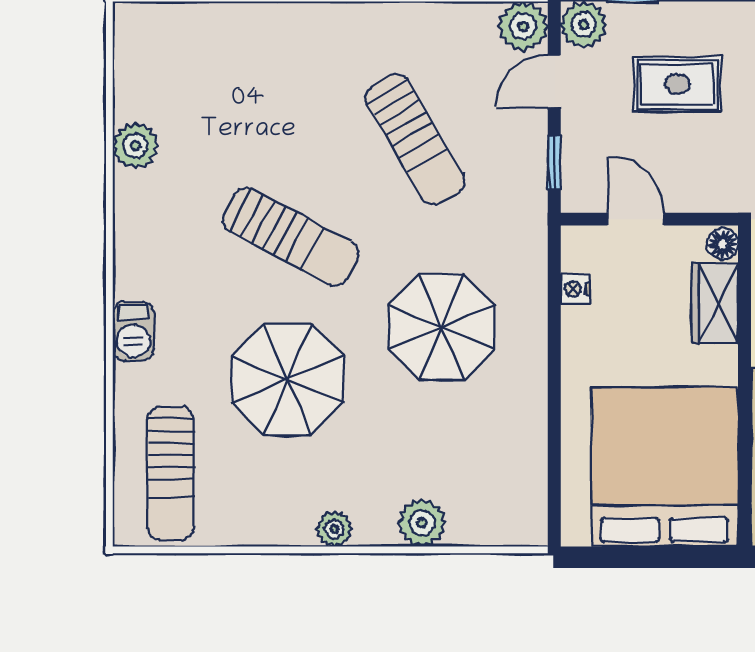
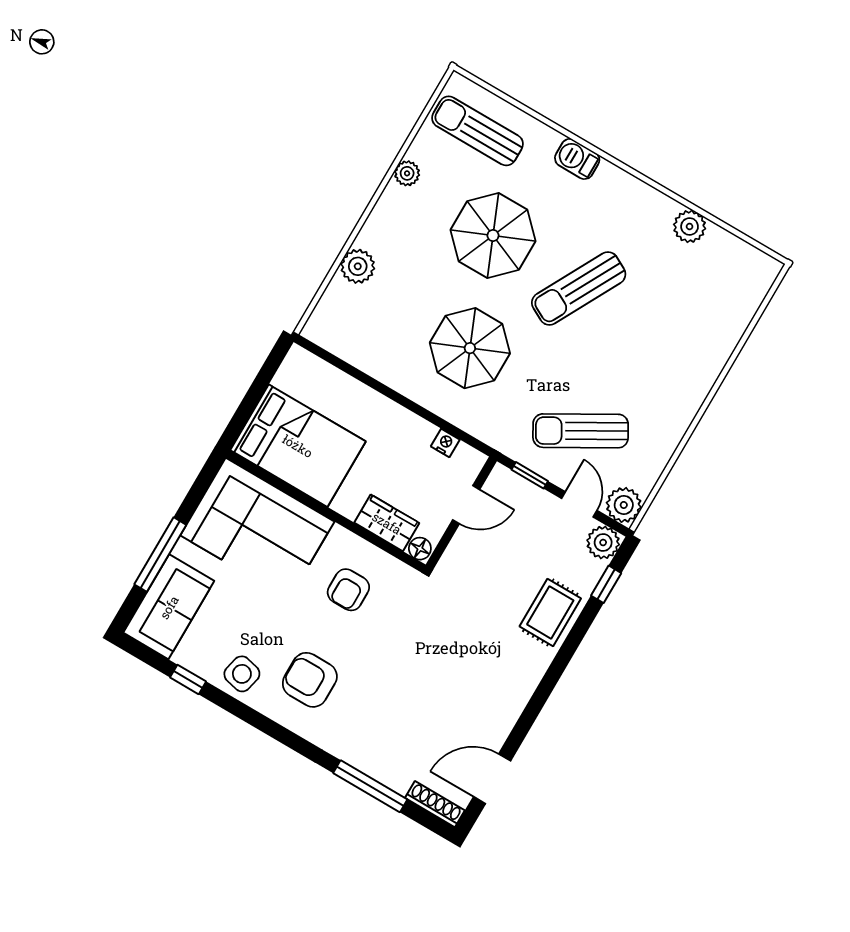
rug: (677, 84) -> (550, 612), moved
sun lounger: (415, 140) -> (581, 431), moved
bed: (665, 467) -> (298, 446), width x0.73
plant: (334, 529) -> (407, 173), moved

